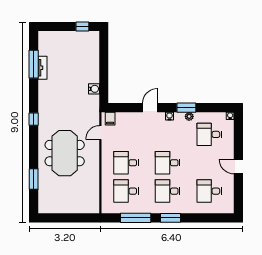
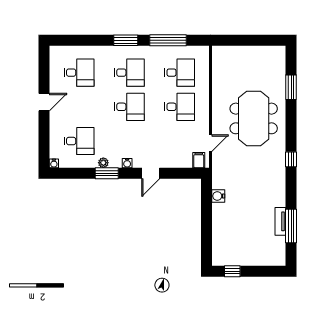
door: (238, 167) -> (44, 102), hinge flipped

